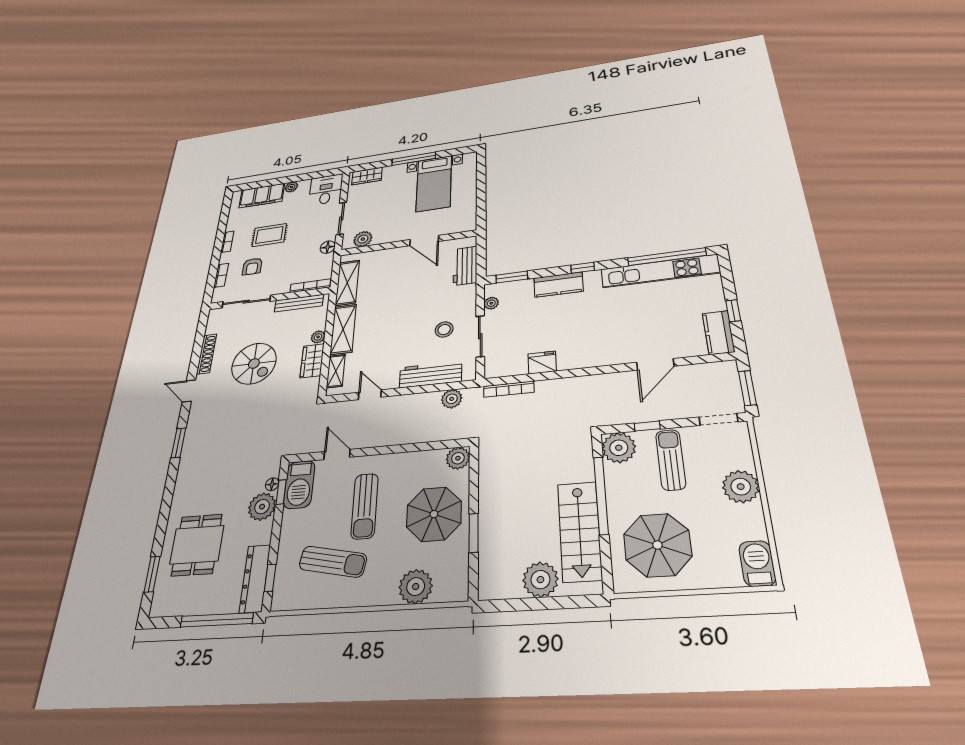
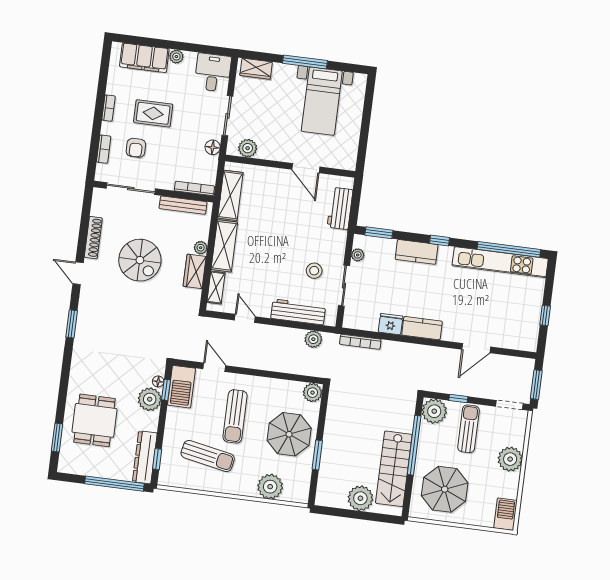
kitchen counter: (718, 332) -> (422, 328), moved, turned 90

